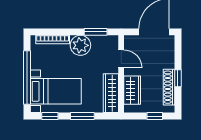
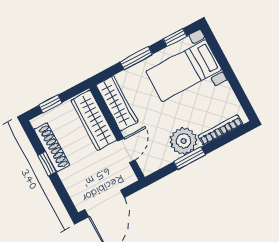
window: (96, 32) -> (189, 158), moved
door: (121, 59) -> (127, 151), swing flipped
window: (27, 78) -> (227, 69), removed
wardrobe: (132, 90) -> (94, 120), width x1.50

